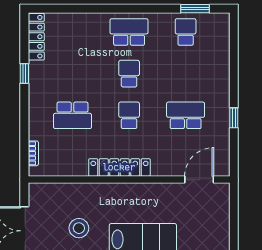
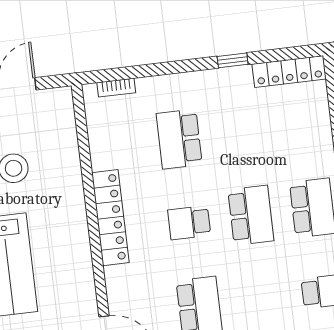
school desk: (129, 74) -> (251, 215), width x1.85
school desk: (129, 115) -> (189, 223), turned 180

